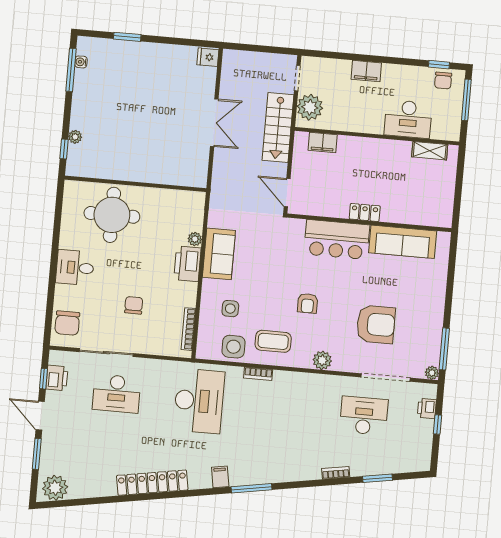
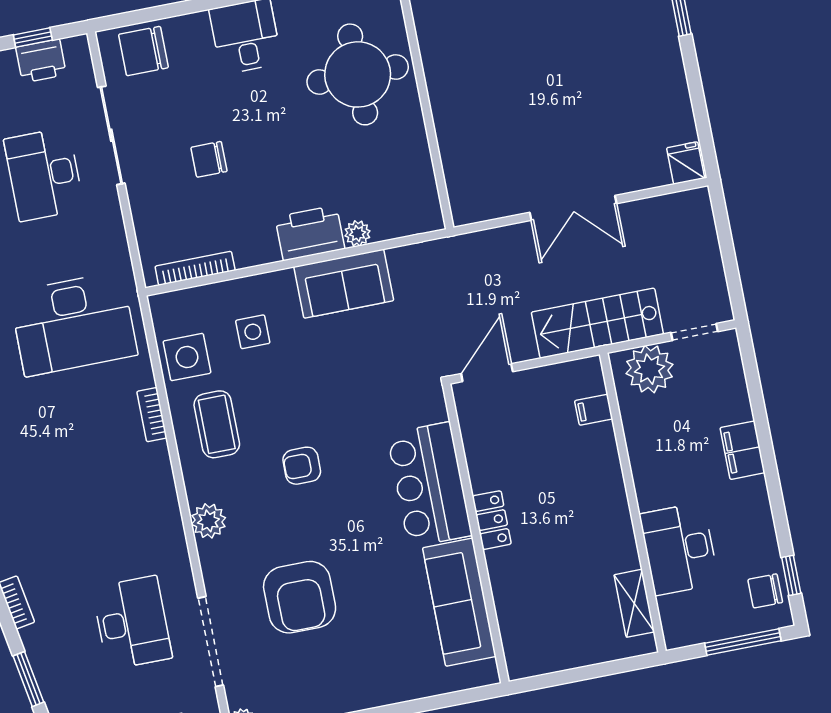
filing cabinet: (323, 143) -> (594, 410), width x0.50
chair: (134, 305) -> (209, 159), turned 180

